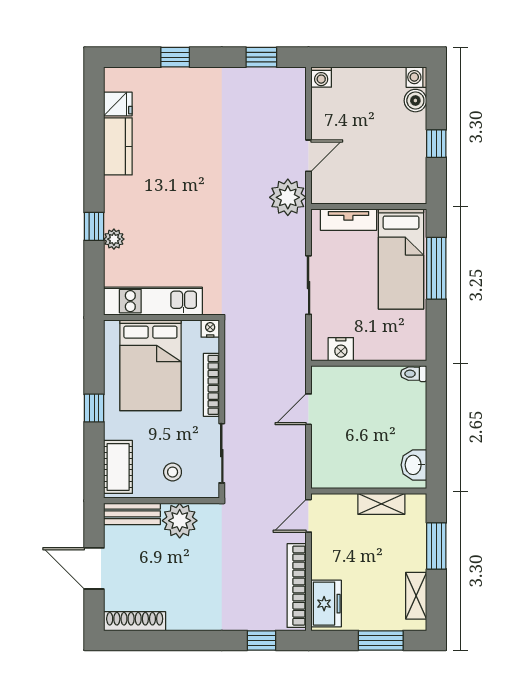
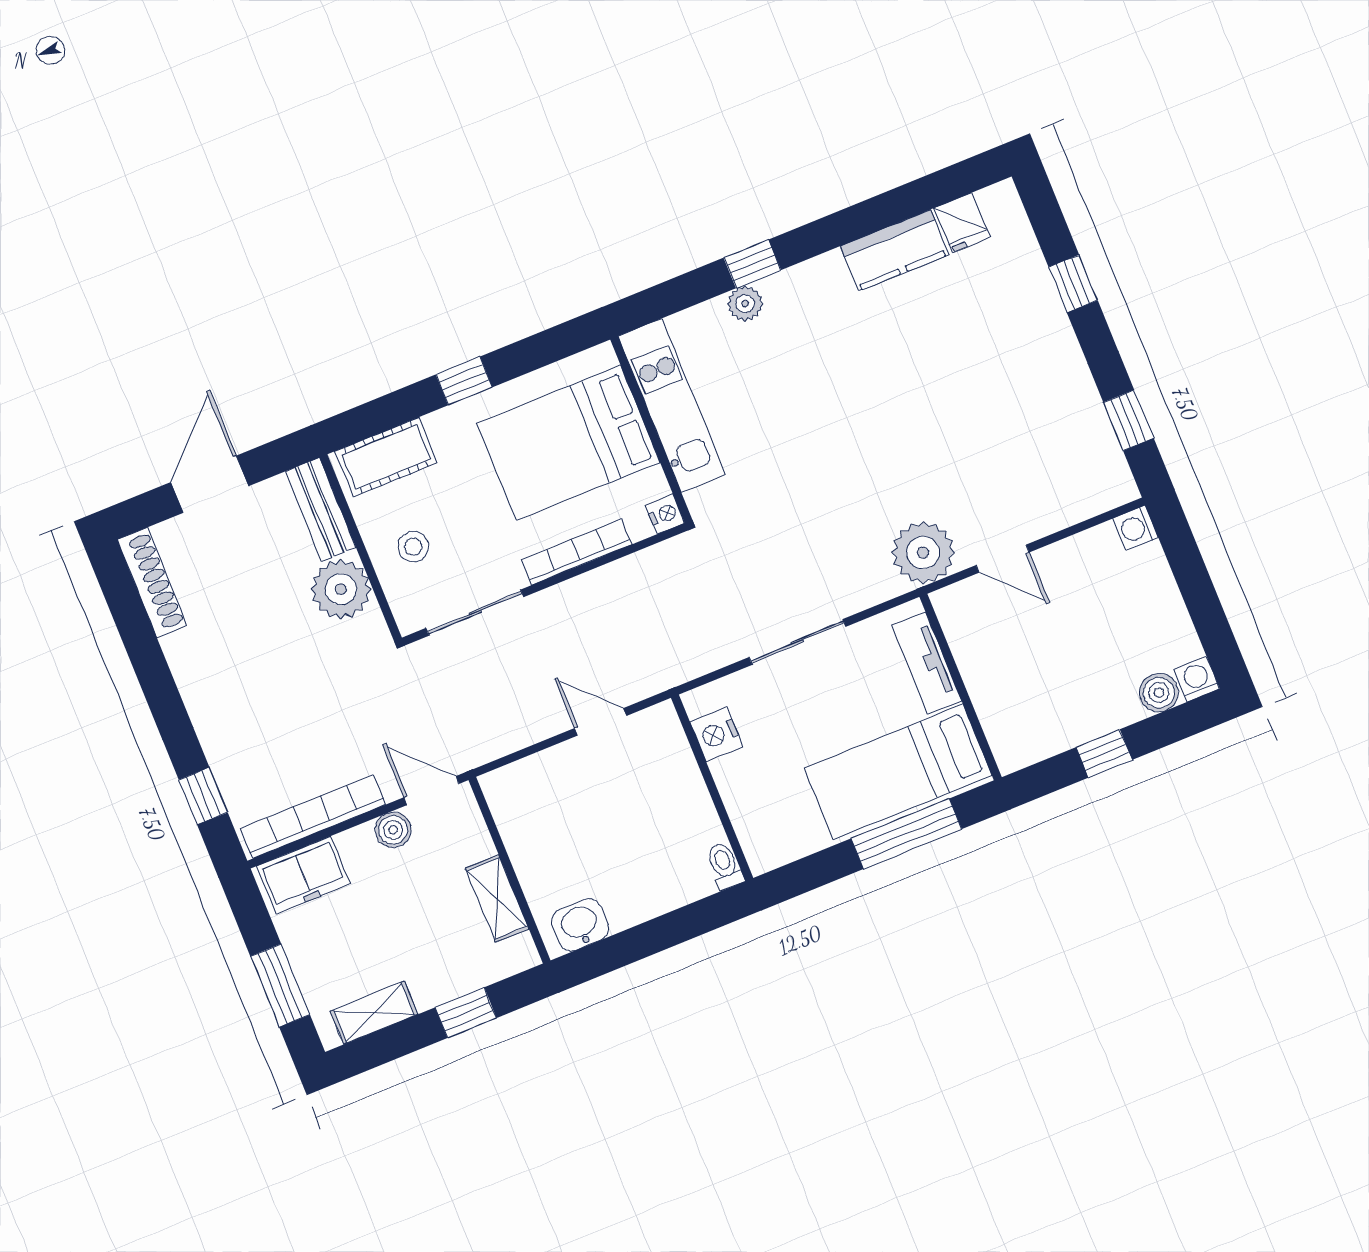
boiler: (321, 545) -> (393, 830), added
window: (436, 546) -> (466, 1013), width x0.67

